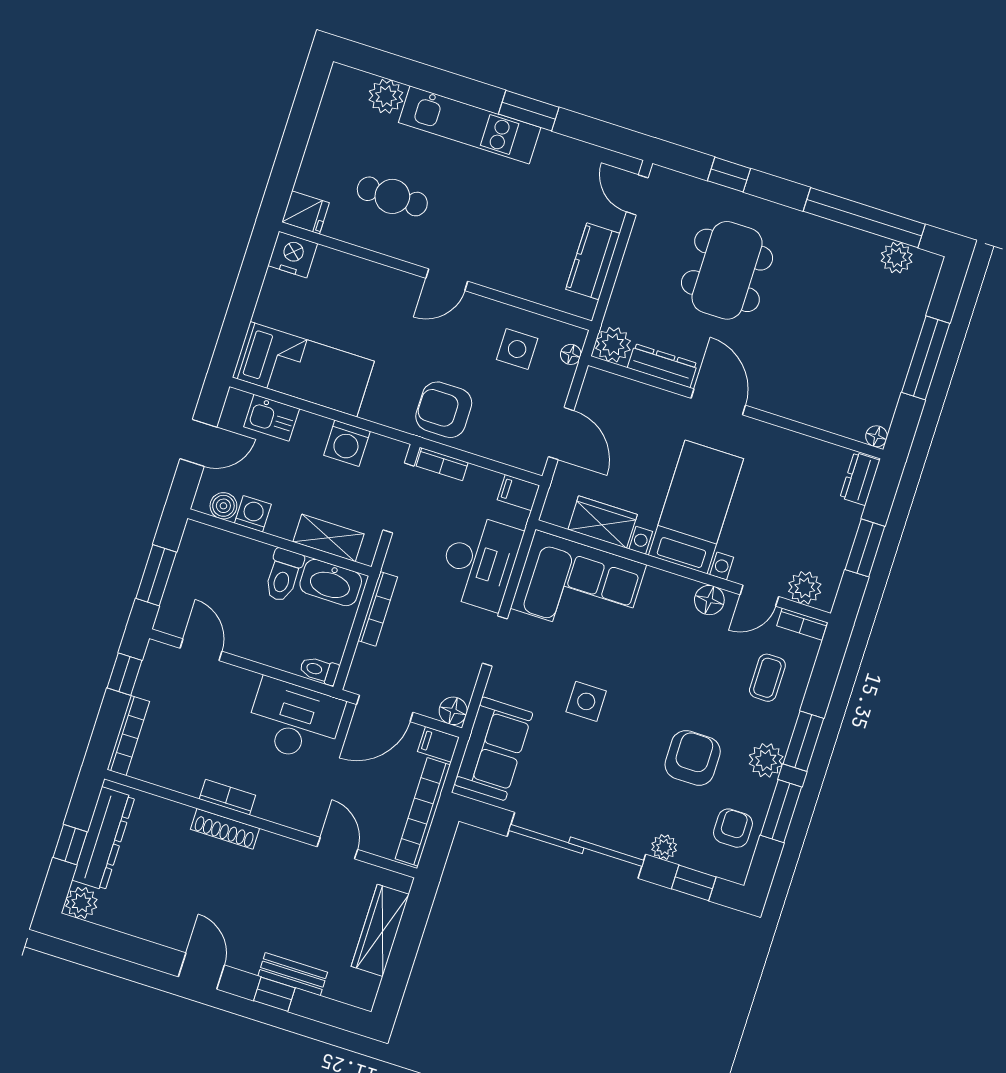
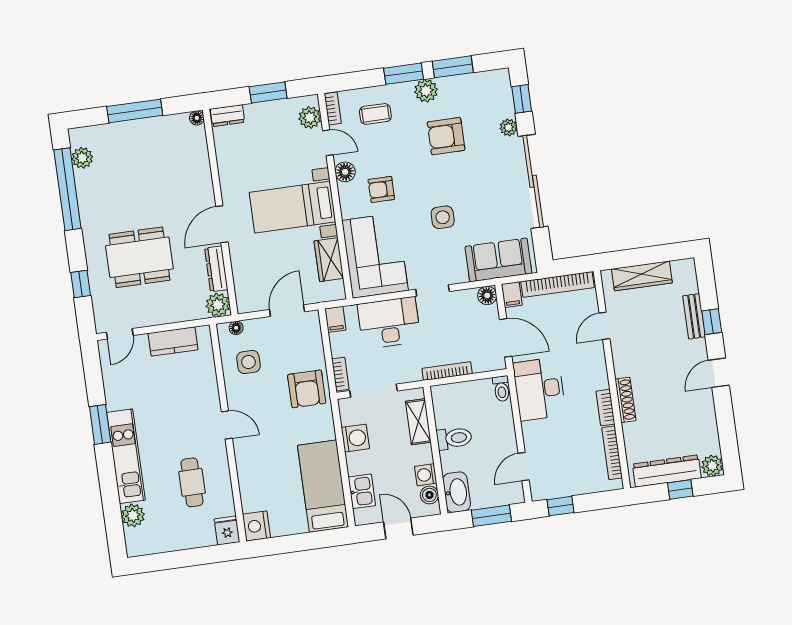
washbasin: (331, 583) -> (457, 492), moved
bookcase: (128, 736) -> (612, 453), moved, turned -90
armchair: (733, 828) -> (381, 189), moved

